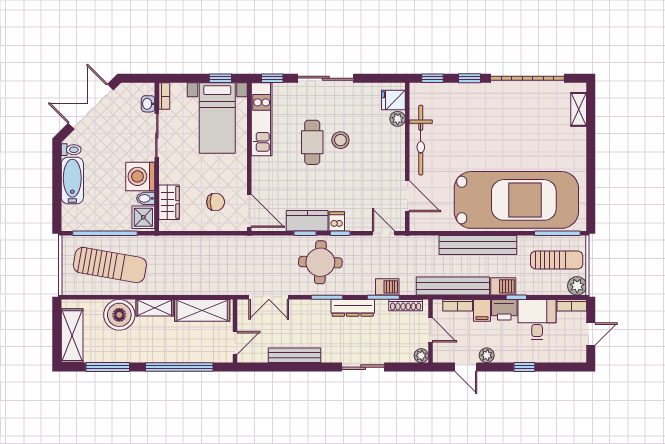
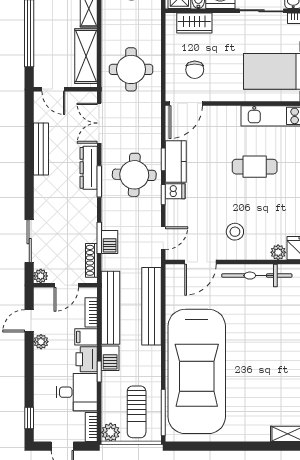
stool: (340, 140) -> (235, 232), moved
bench: (478, 245) -> (151, 306), moved
round table: (215, 265) -> (131, 69), added
dresser: (353, 308) -> (89, 168), moved
sliding door: (363, 367) -> (29, 241), moved
window: (524, 367) -> (29, 418), moved

